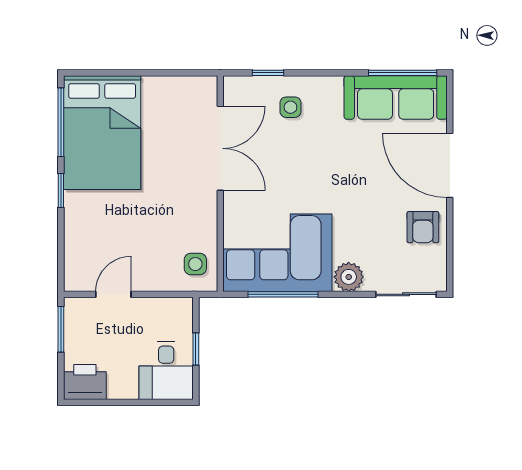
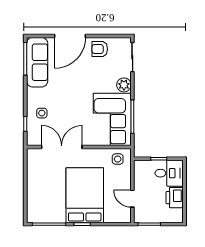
bed: (102, 133) -> (85, 195), moved, turned -90
armchair: (423, 227) -> (100, 49), turned 180
printer: (85, 382) -> (175, 198), moved

